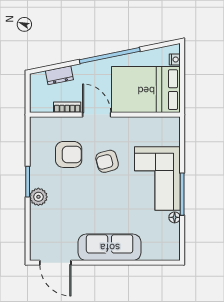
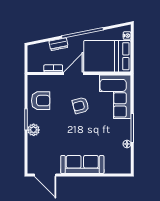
dresser: (59, 75) -> (59, 44), moved
door: (97, 115) -> (73, 73), hinge flipped
armchair: (69, 154) -> (41, 101), moved
corner sofa: (157, 179) -> (115, 97), moved

